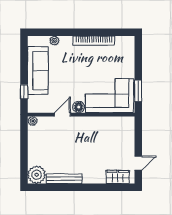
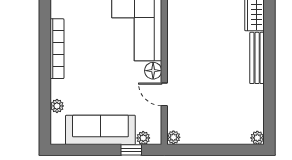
plant: (32, 100) -> (143, 138), added
plant: (37, 175) -> (257, 138), width x0.53, depth x0.53
bench: (64, 179) -> (257, 58), moved

